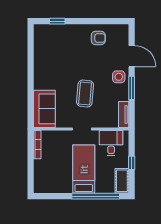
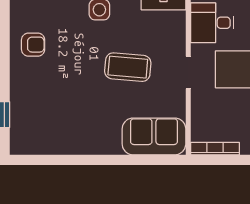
armchair: (98, 38) -> (33, 45), turned 90

